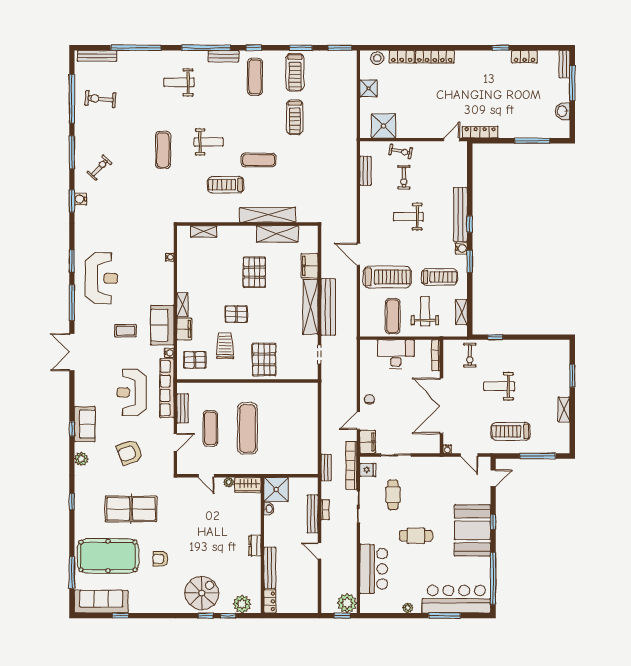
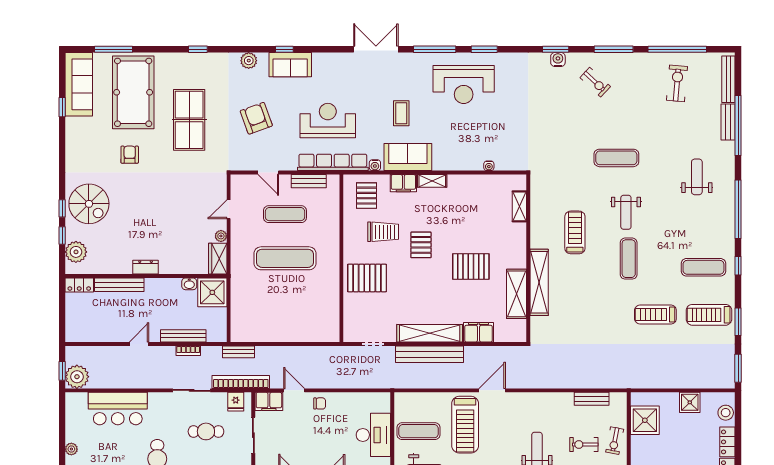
bench: (223, 56) -> (728, 122), moved
exercise mat: (259, 160) -> (629, 259), moved

